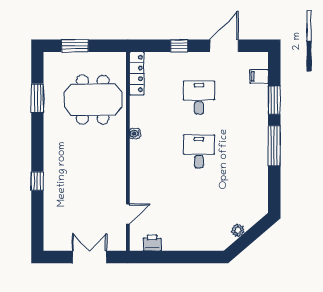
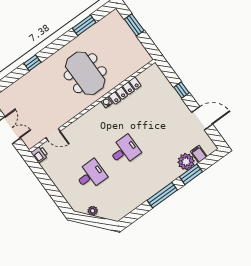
locker: (137, 73) -> (125, 91), moved
plant: (257, 95) -> (186, 162), added
desk: (199, 98) -> (91, 175), moved
meeting table: (93, 100) -> (85, 73), moved
printer: (152, 243) -> (40, 154), moved

